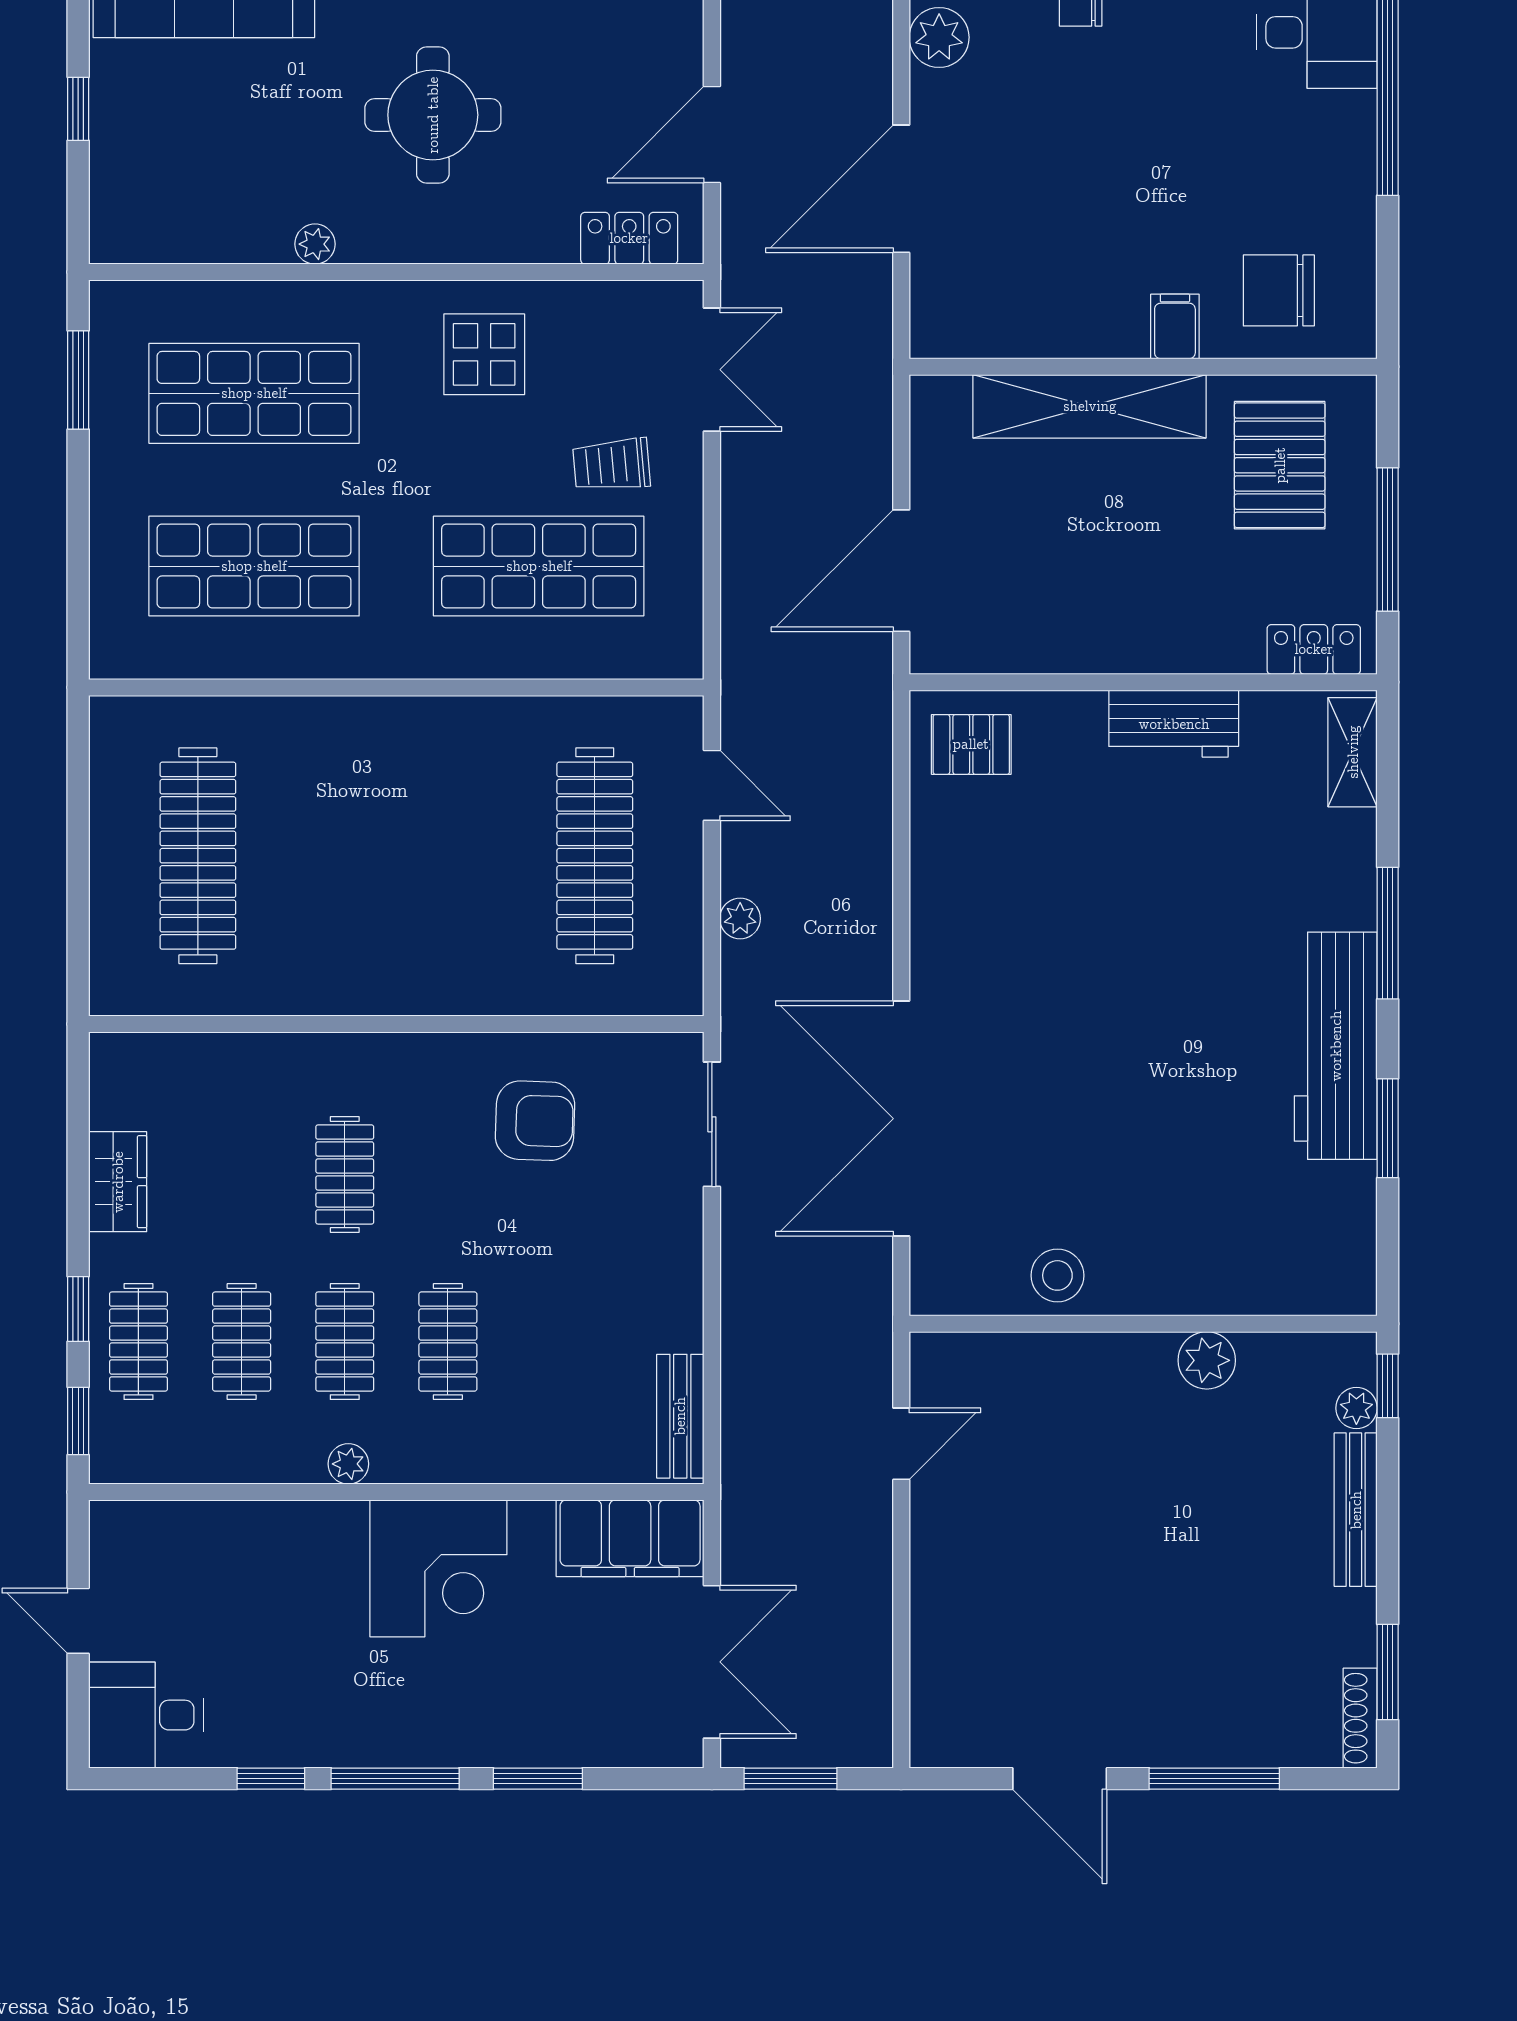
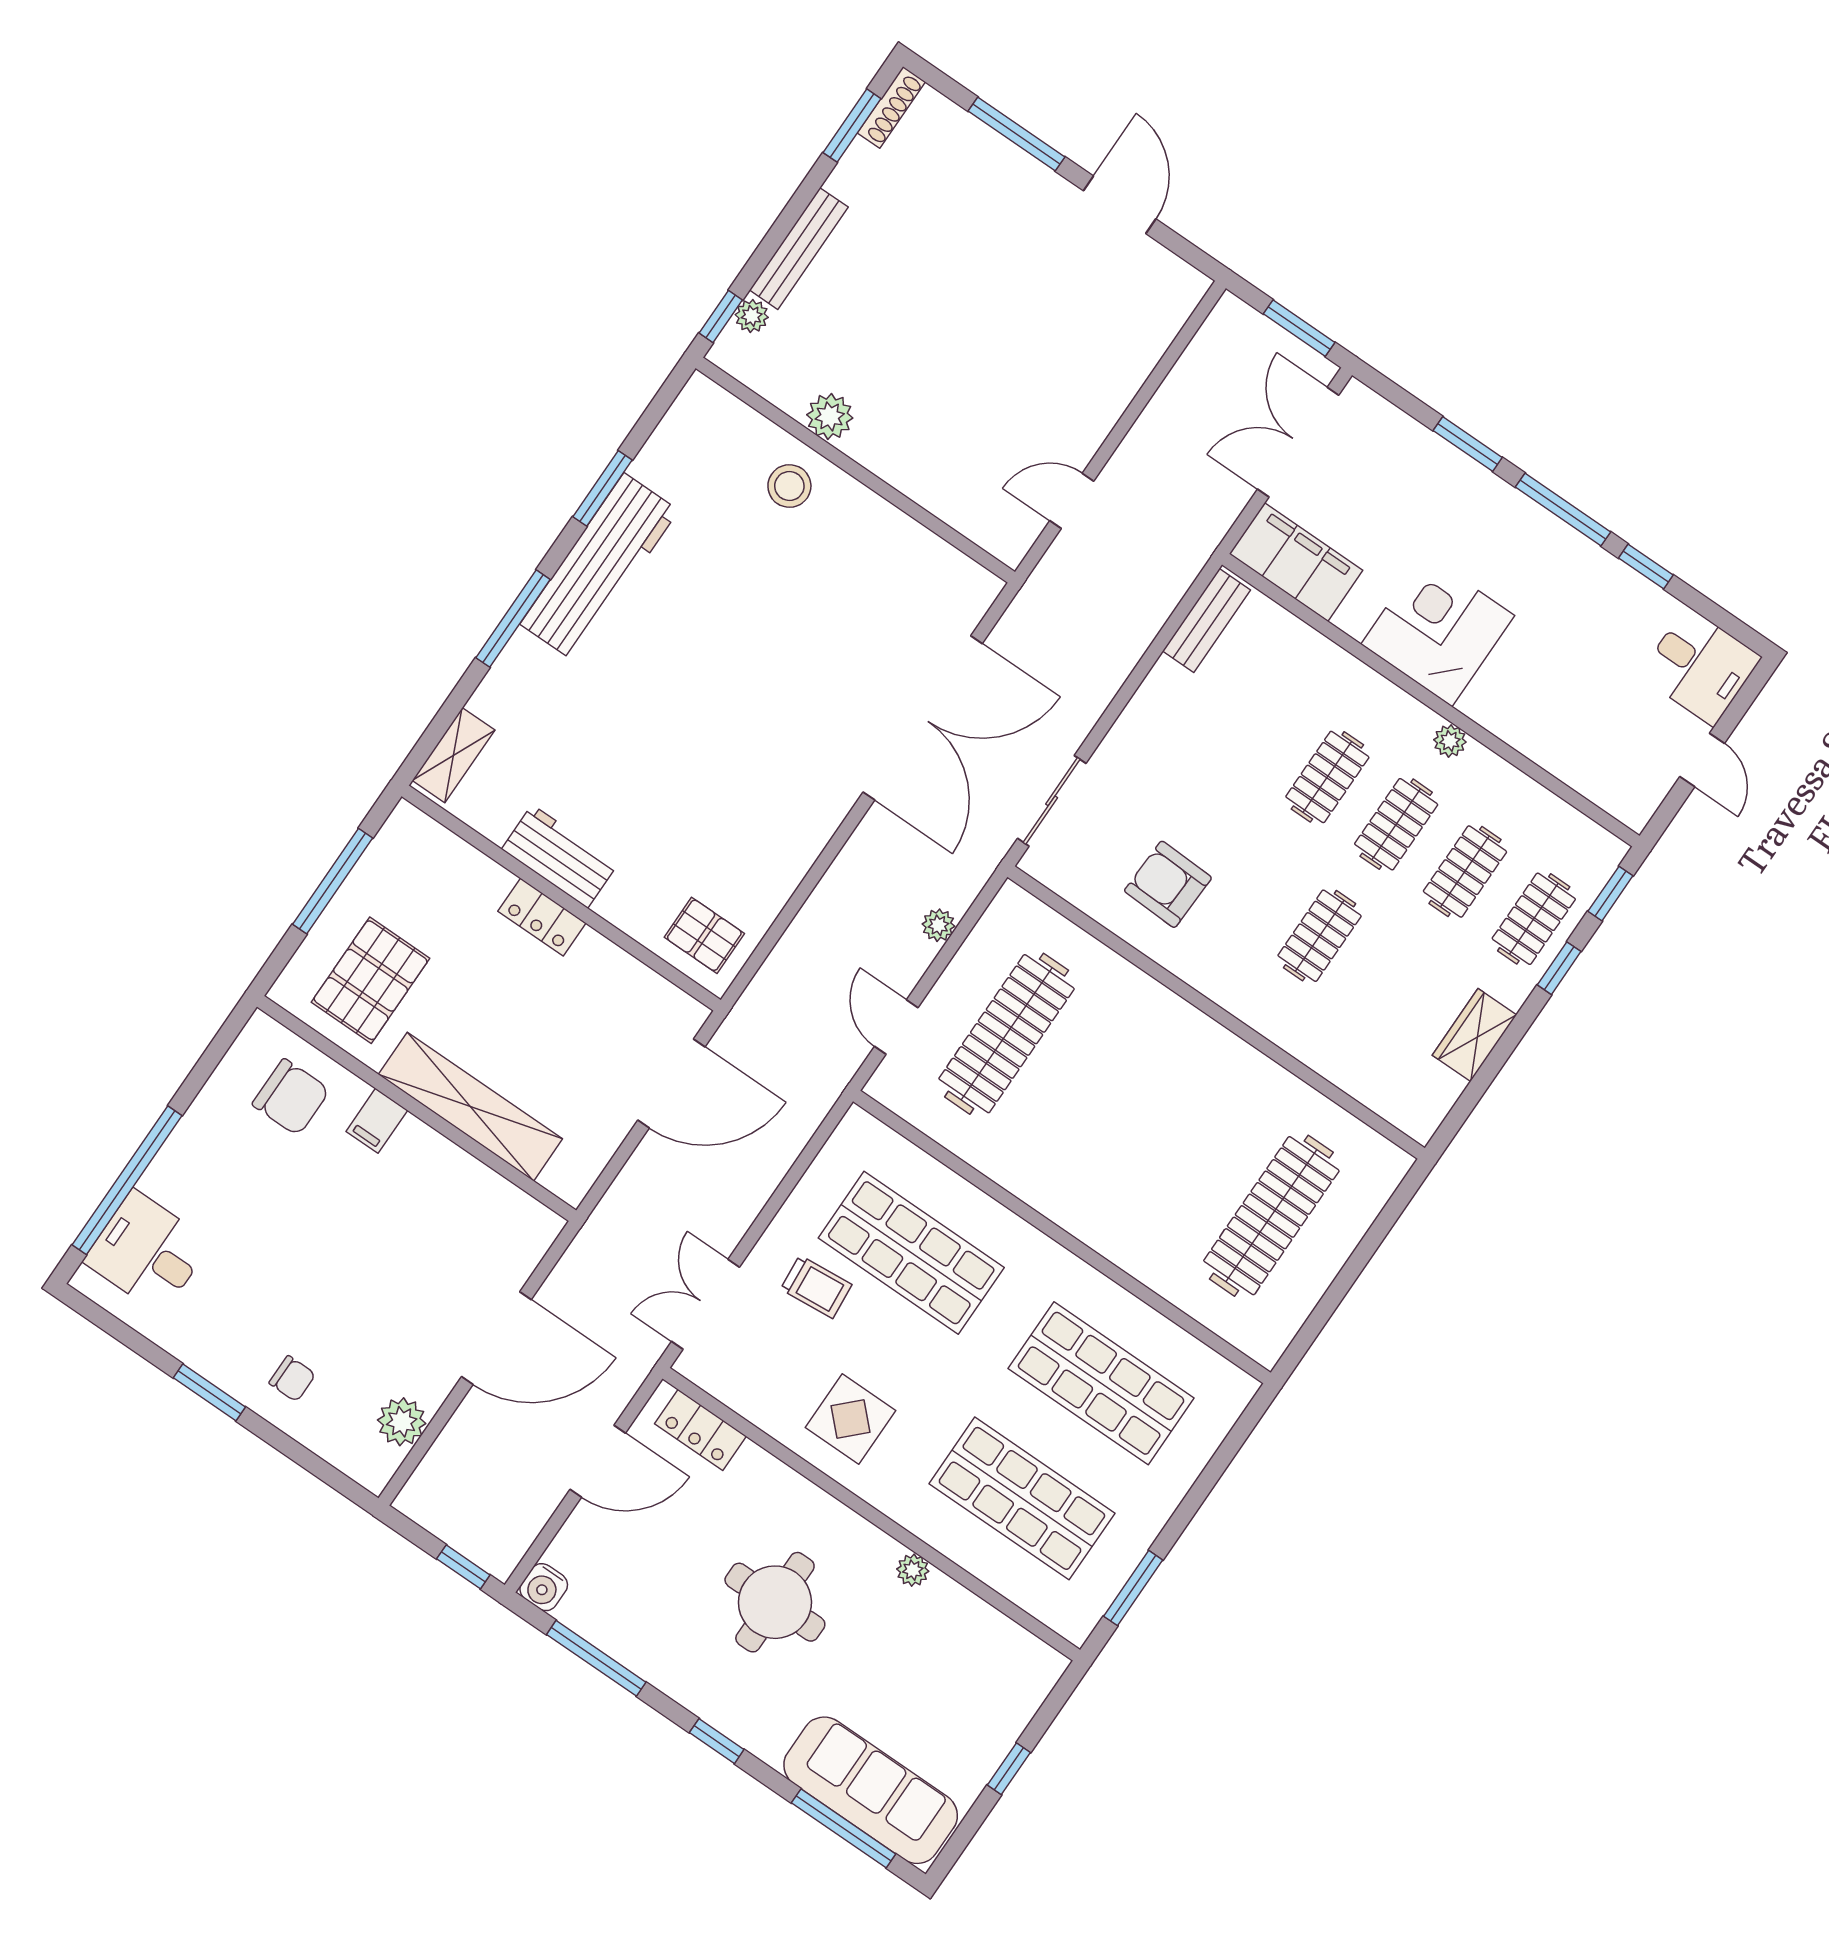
locker: (1314, 649) -> (542, 917), moved
stool: (1057, 1275) -> (789, 486), moved

